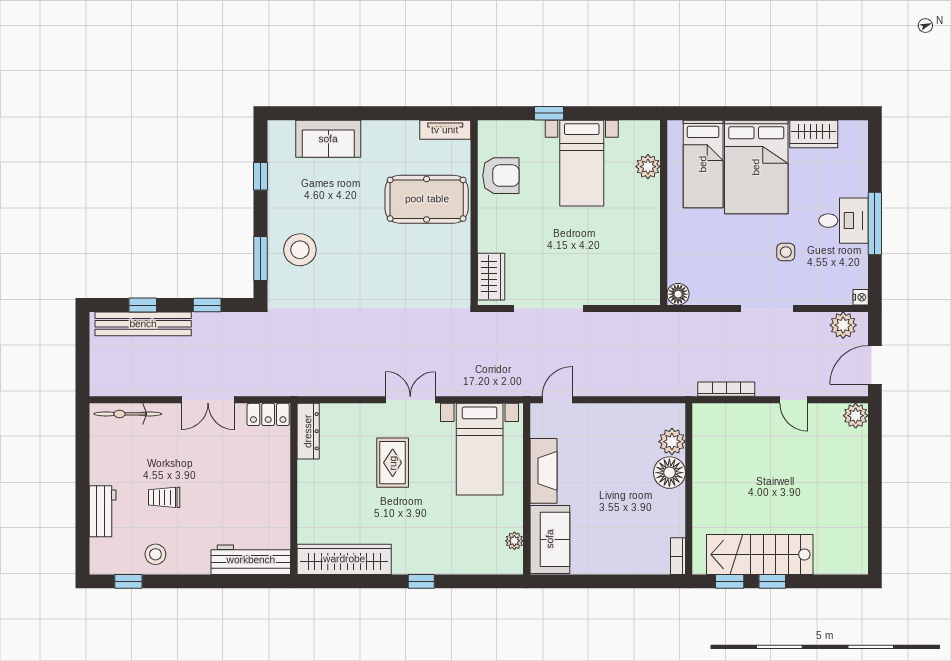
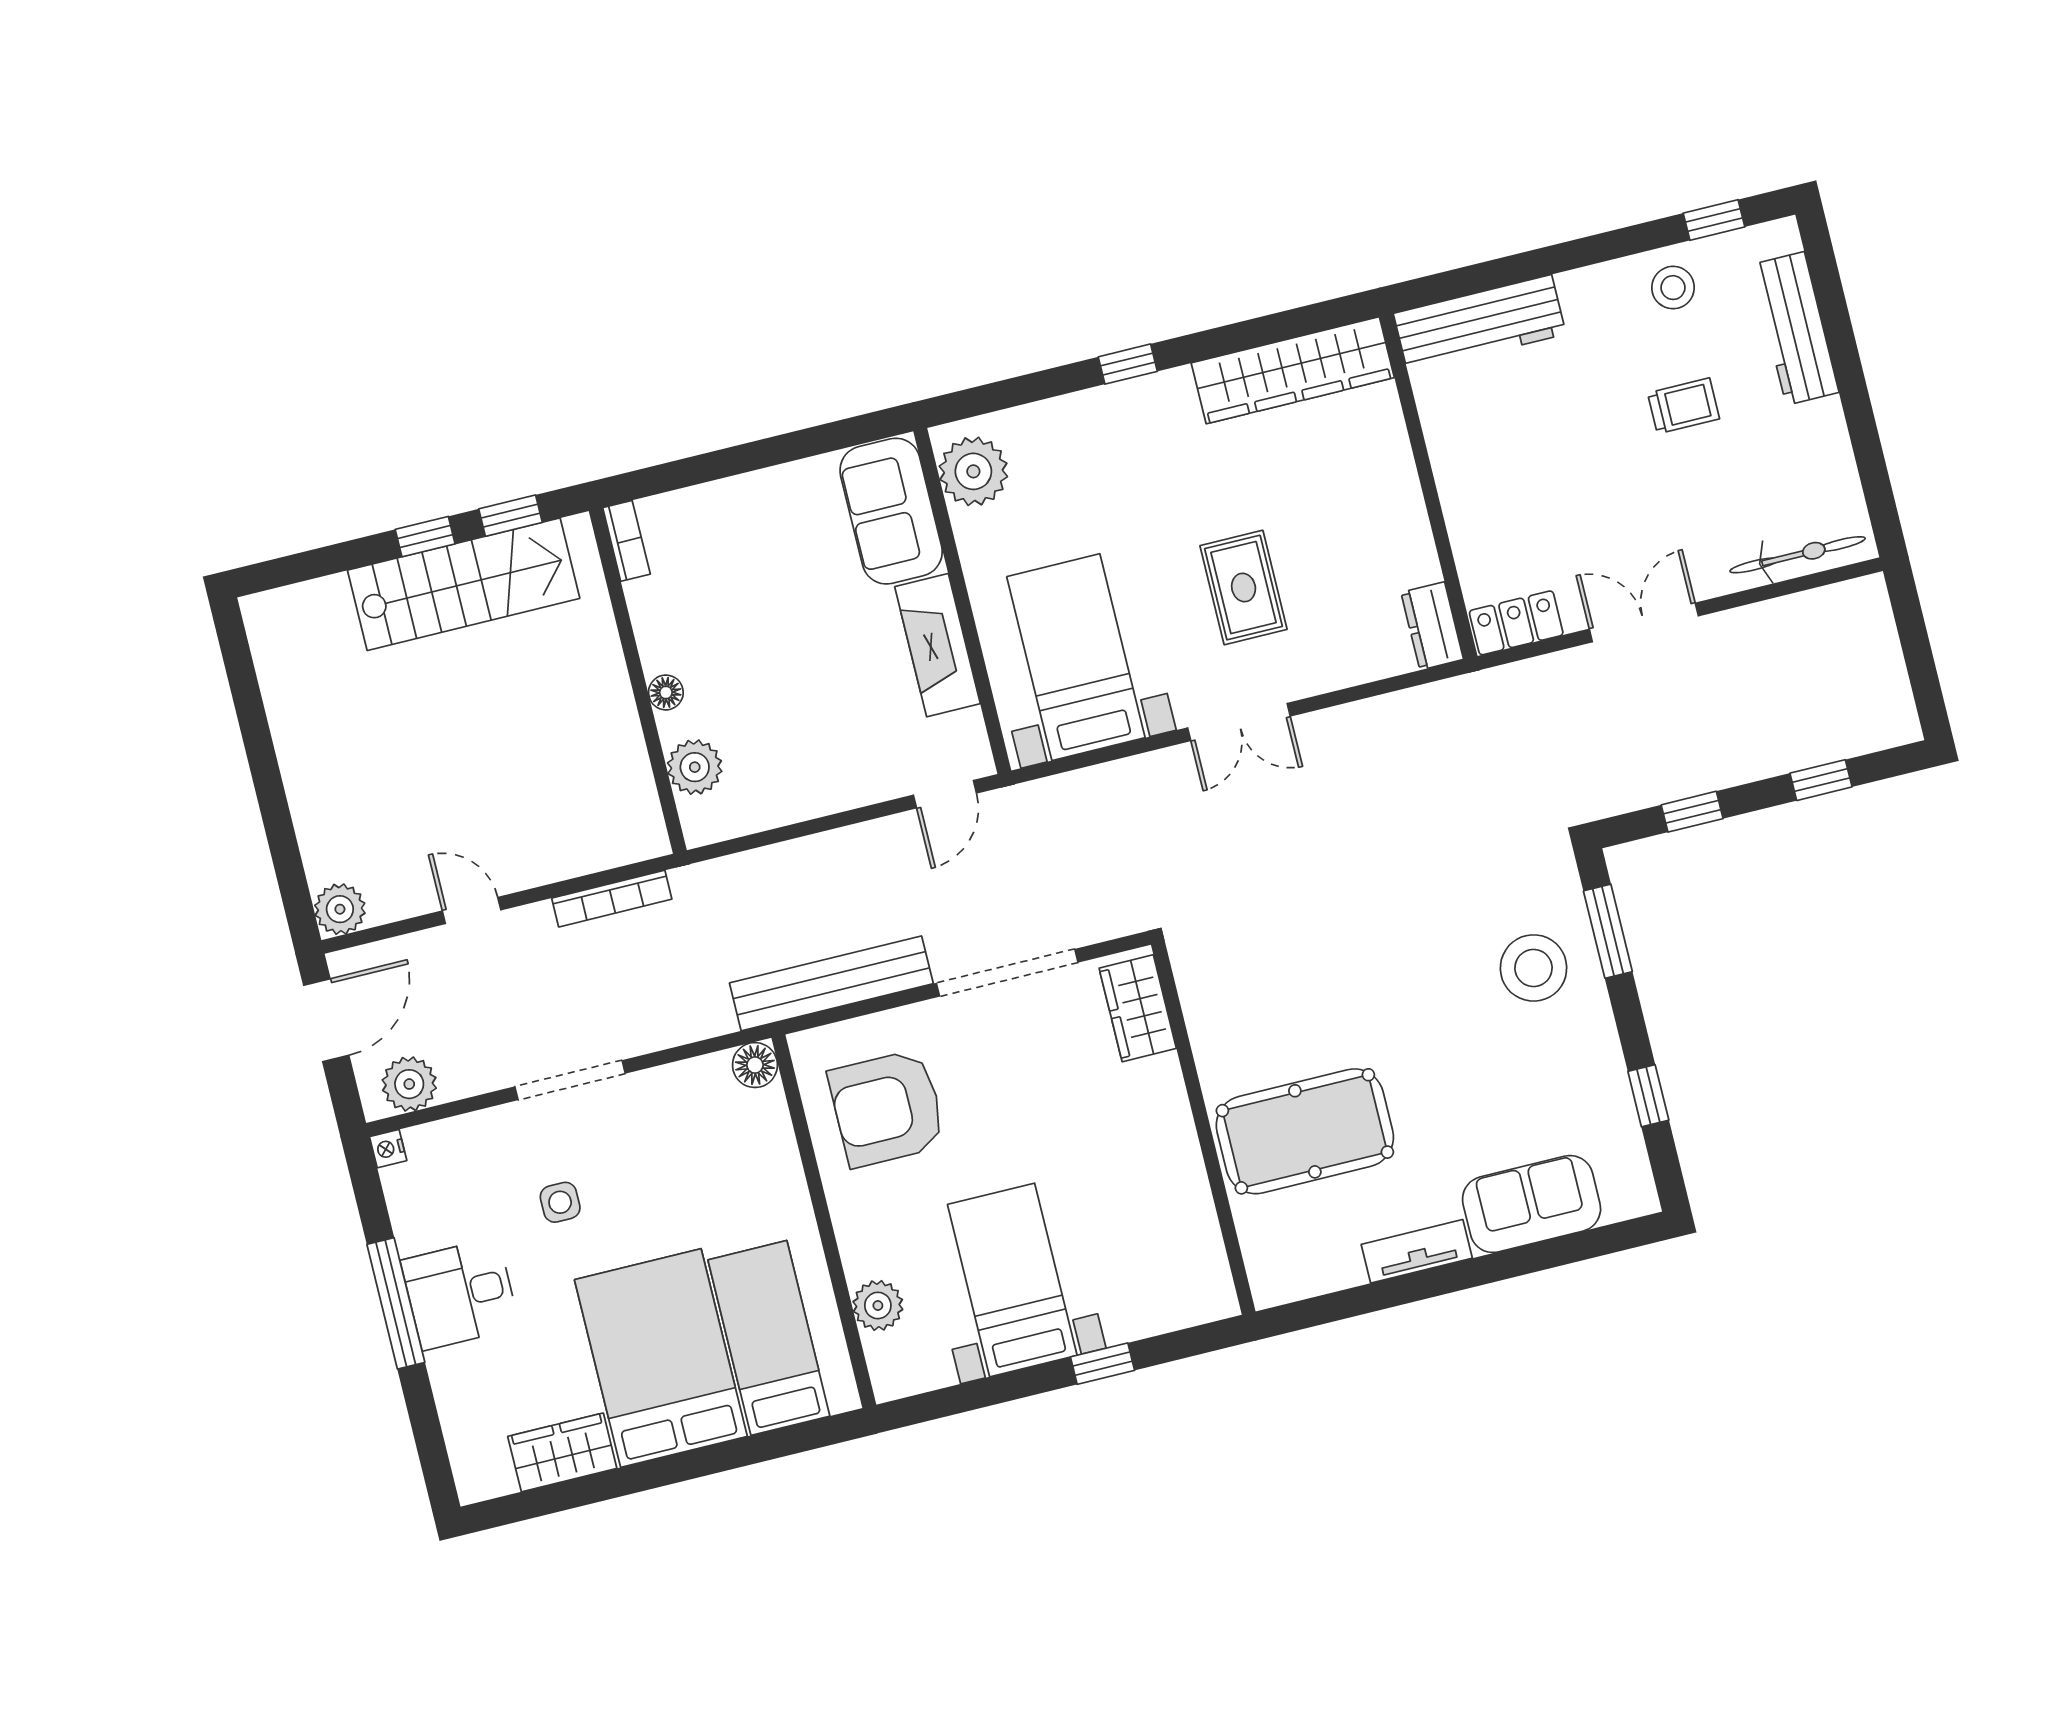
tv unit: (445, 130) -> (1417, 1251), moved
armchair: (501, 176) -> (887, 1108), moved, width x1.36, depth x1.36
bench: (143, 324) -> (831, 983), moved
dresser: (308, 431) -> (1432, 626), width x0.70
floor lamp: (669, 473) -> (666, 692), width x0.53, depth x0.53
workbench: (103, 511) -> (1795, 328), width x1.38
plant: (514, 541) -> (973, 471), width x1.87, depth x1.87

